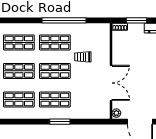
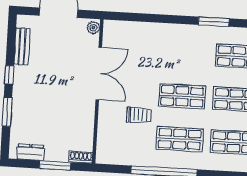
double door: (111, 83) -> (99, 74), swing flipped
shop shelf: (55, 100) -> (185, 53), removed
window: (60, 122) -> (214, 22), moved

